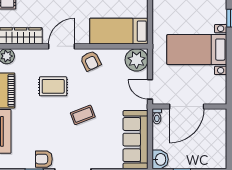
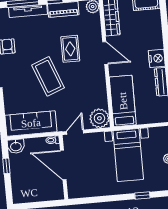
bed with nightstands: (197, 50) -> (128, 155), moved, turned 180
armchair: (91, 61) -> (95, 79), removed
coffee table: (83, 115) -> (48, 76), width x1.86, depth x1.72

